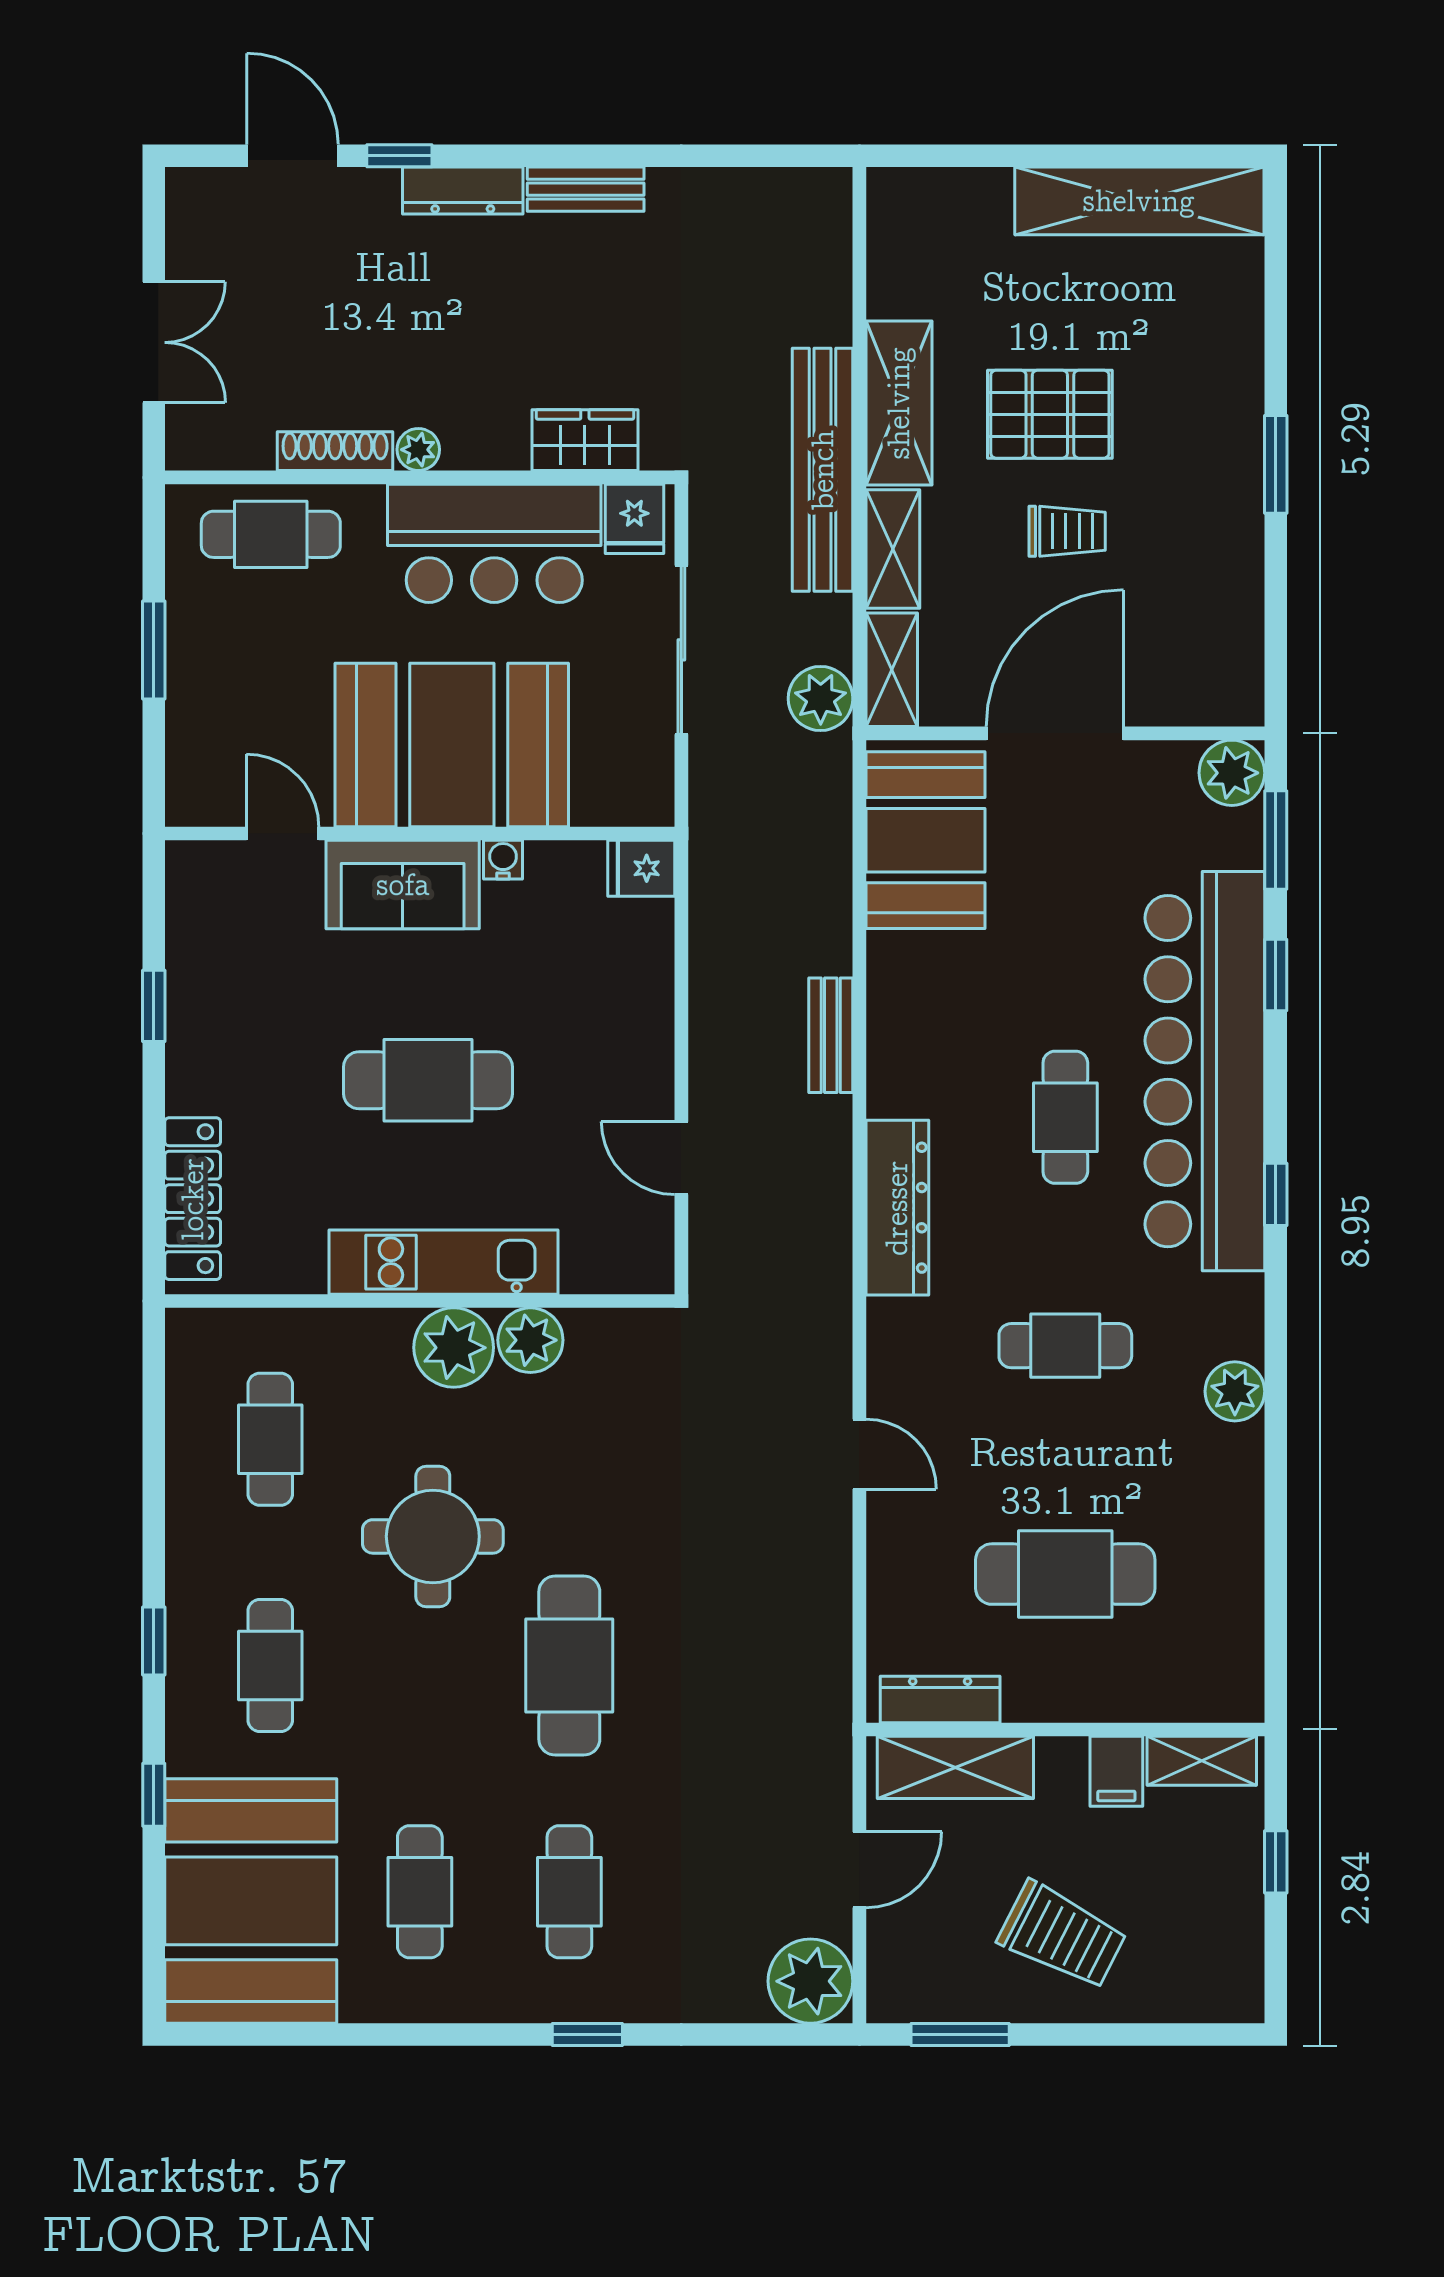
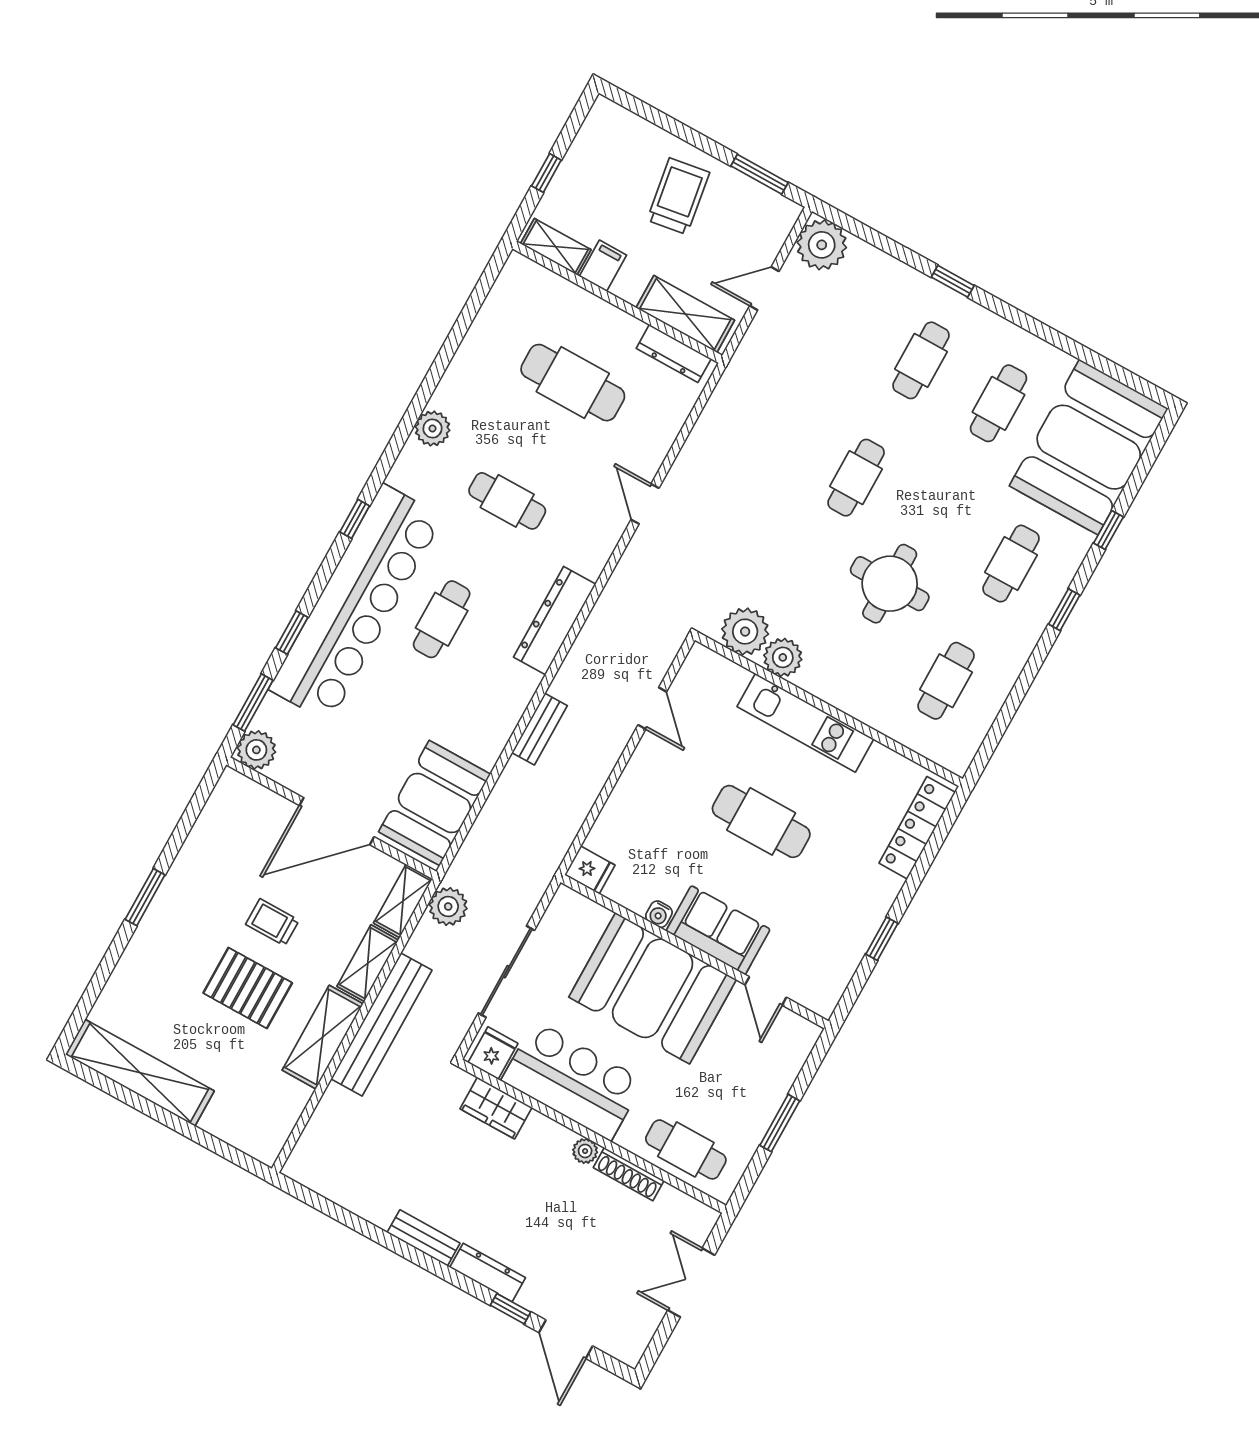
plant: (454, 1348) -> (745, 632), moved
cafe table: (569, 1666) -> (856, 478), width x0.73, depth x0.74
trolley: (1062, 1935) -> (678, 196), turned 54

